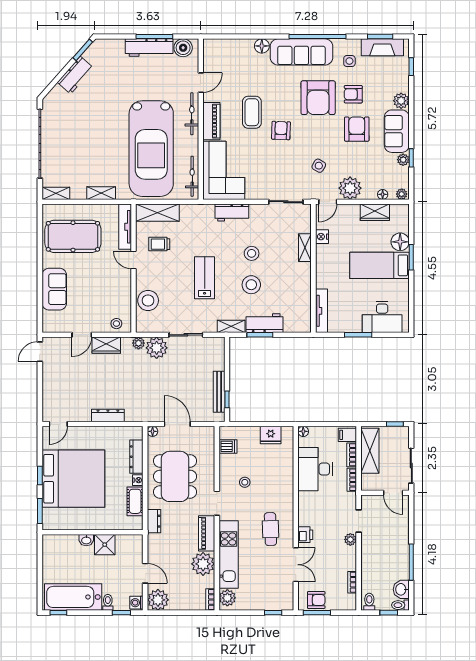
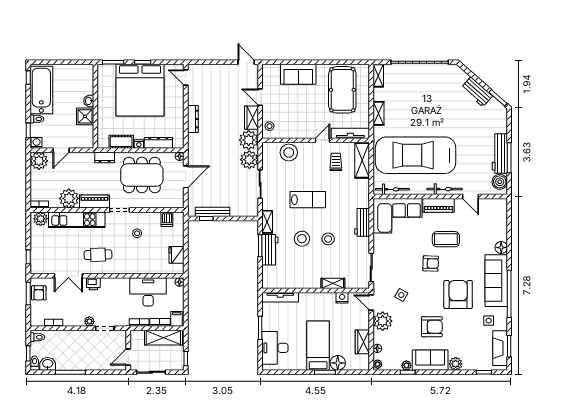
armchair: (353, 94) -> (461, 324), removed
armchair: (318, 98) -> (458, 294), turned 90
plant: (138, 343) -> (249, 140), width x1.88, depth x1.88

